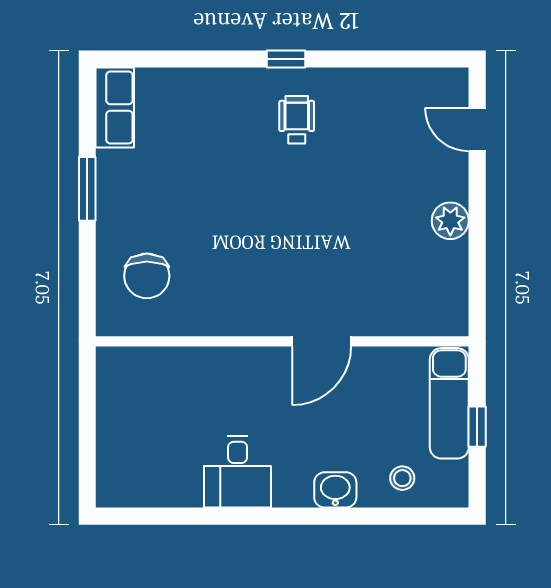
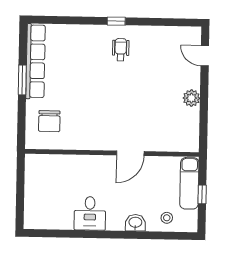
row of seats: (115, 107) -> (36, 61), width x2.02

